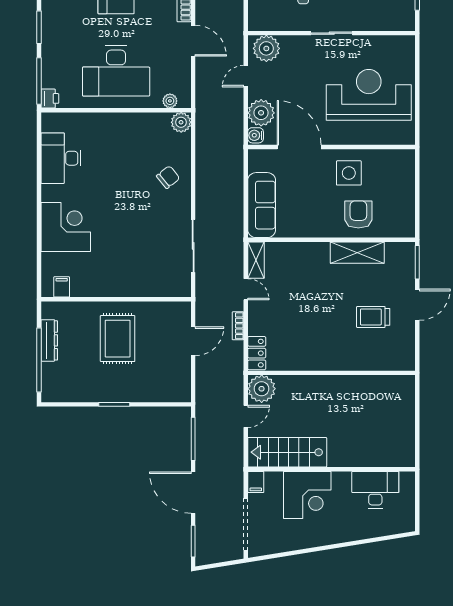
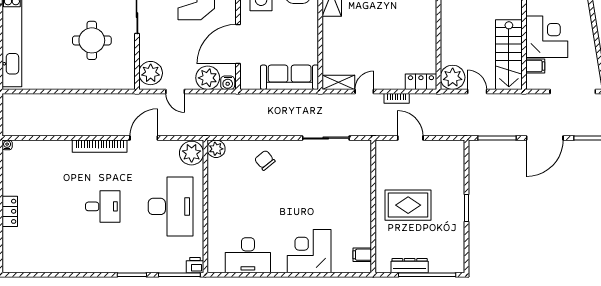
plant: (170, 101) -> (192, 153), width x1.87, depth x1.87
filing cabinet: (256, 482) -> (535, 66), moved

